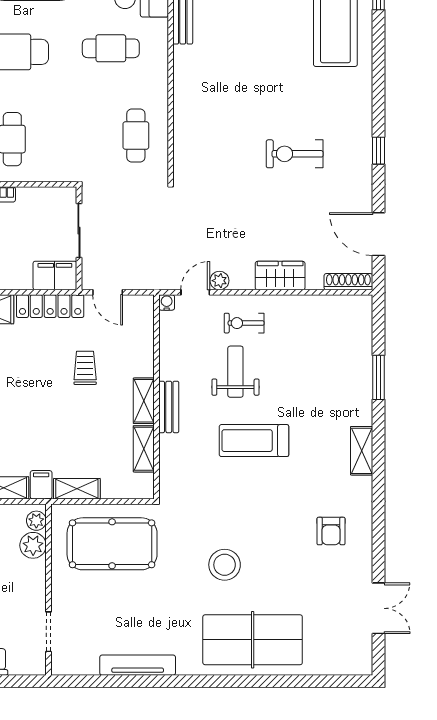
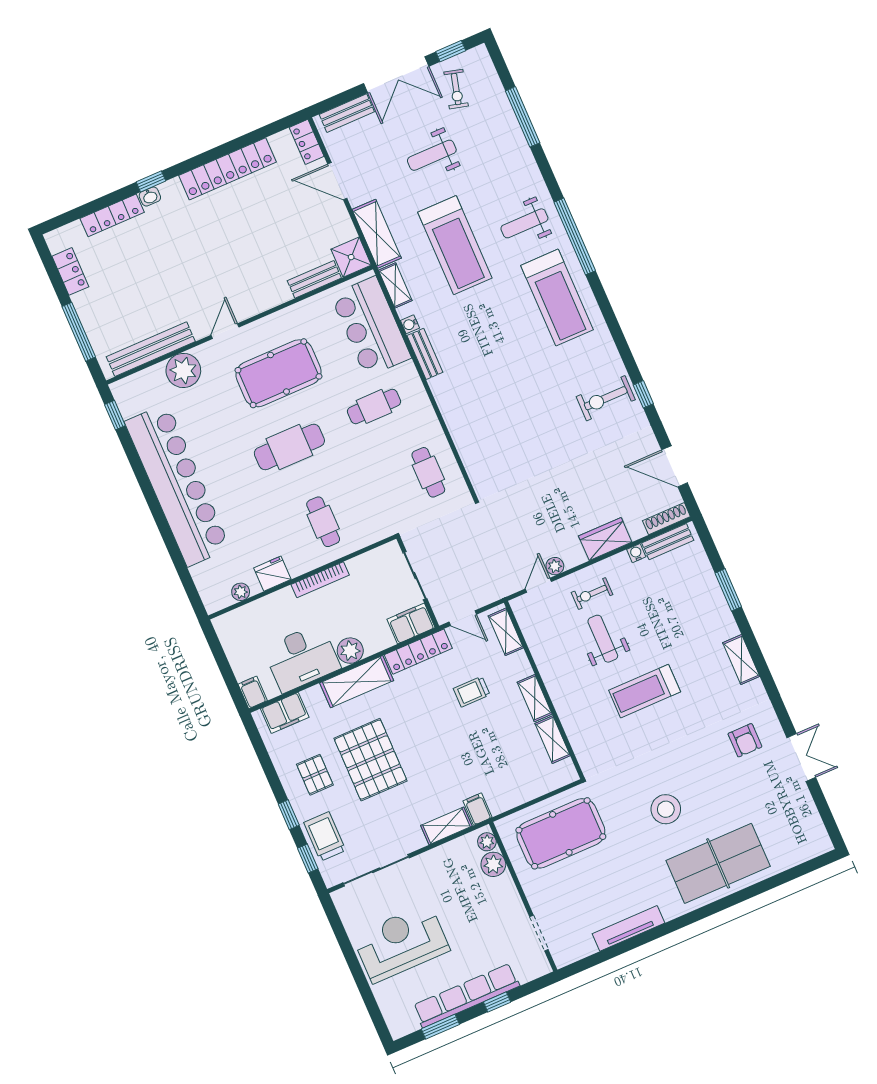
exercise bike: (295, 154) -> (606, 398), moved
water cooler: (167, 302) -> (636, 553), moved
trolley: (85, 368) -> (472, 692), turned -90
bench: (169, 407) -> (668, 542), moved, turned 90
shelving: (77, 489) -> (506, 632), moved, turned 90
double door: (379, 608) -> (801, 757), moved

